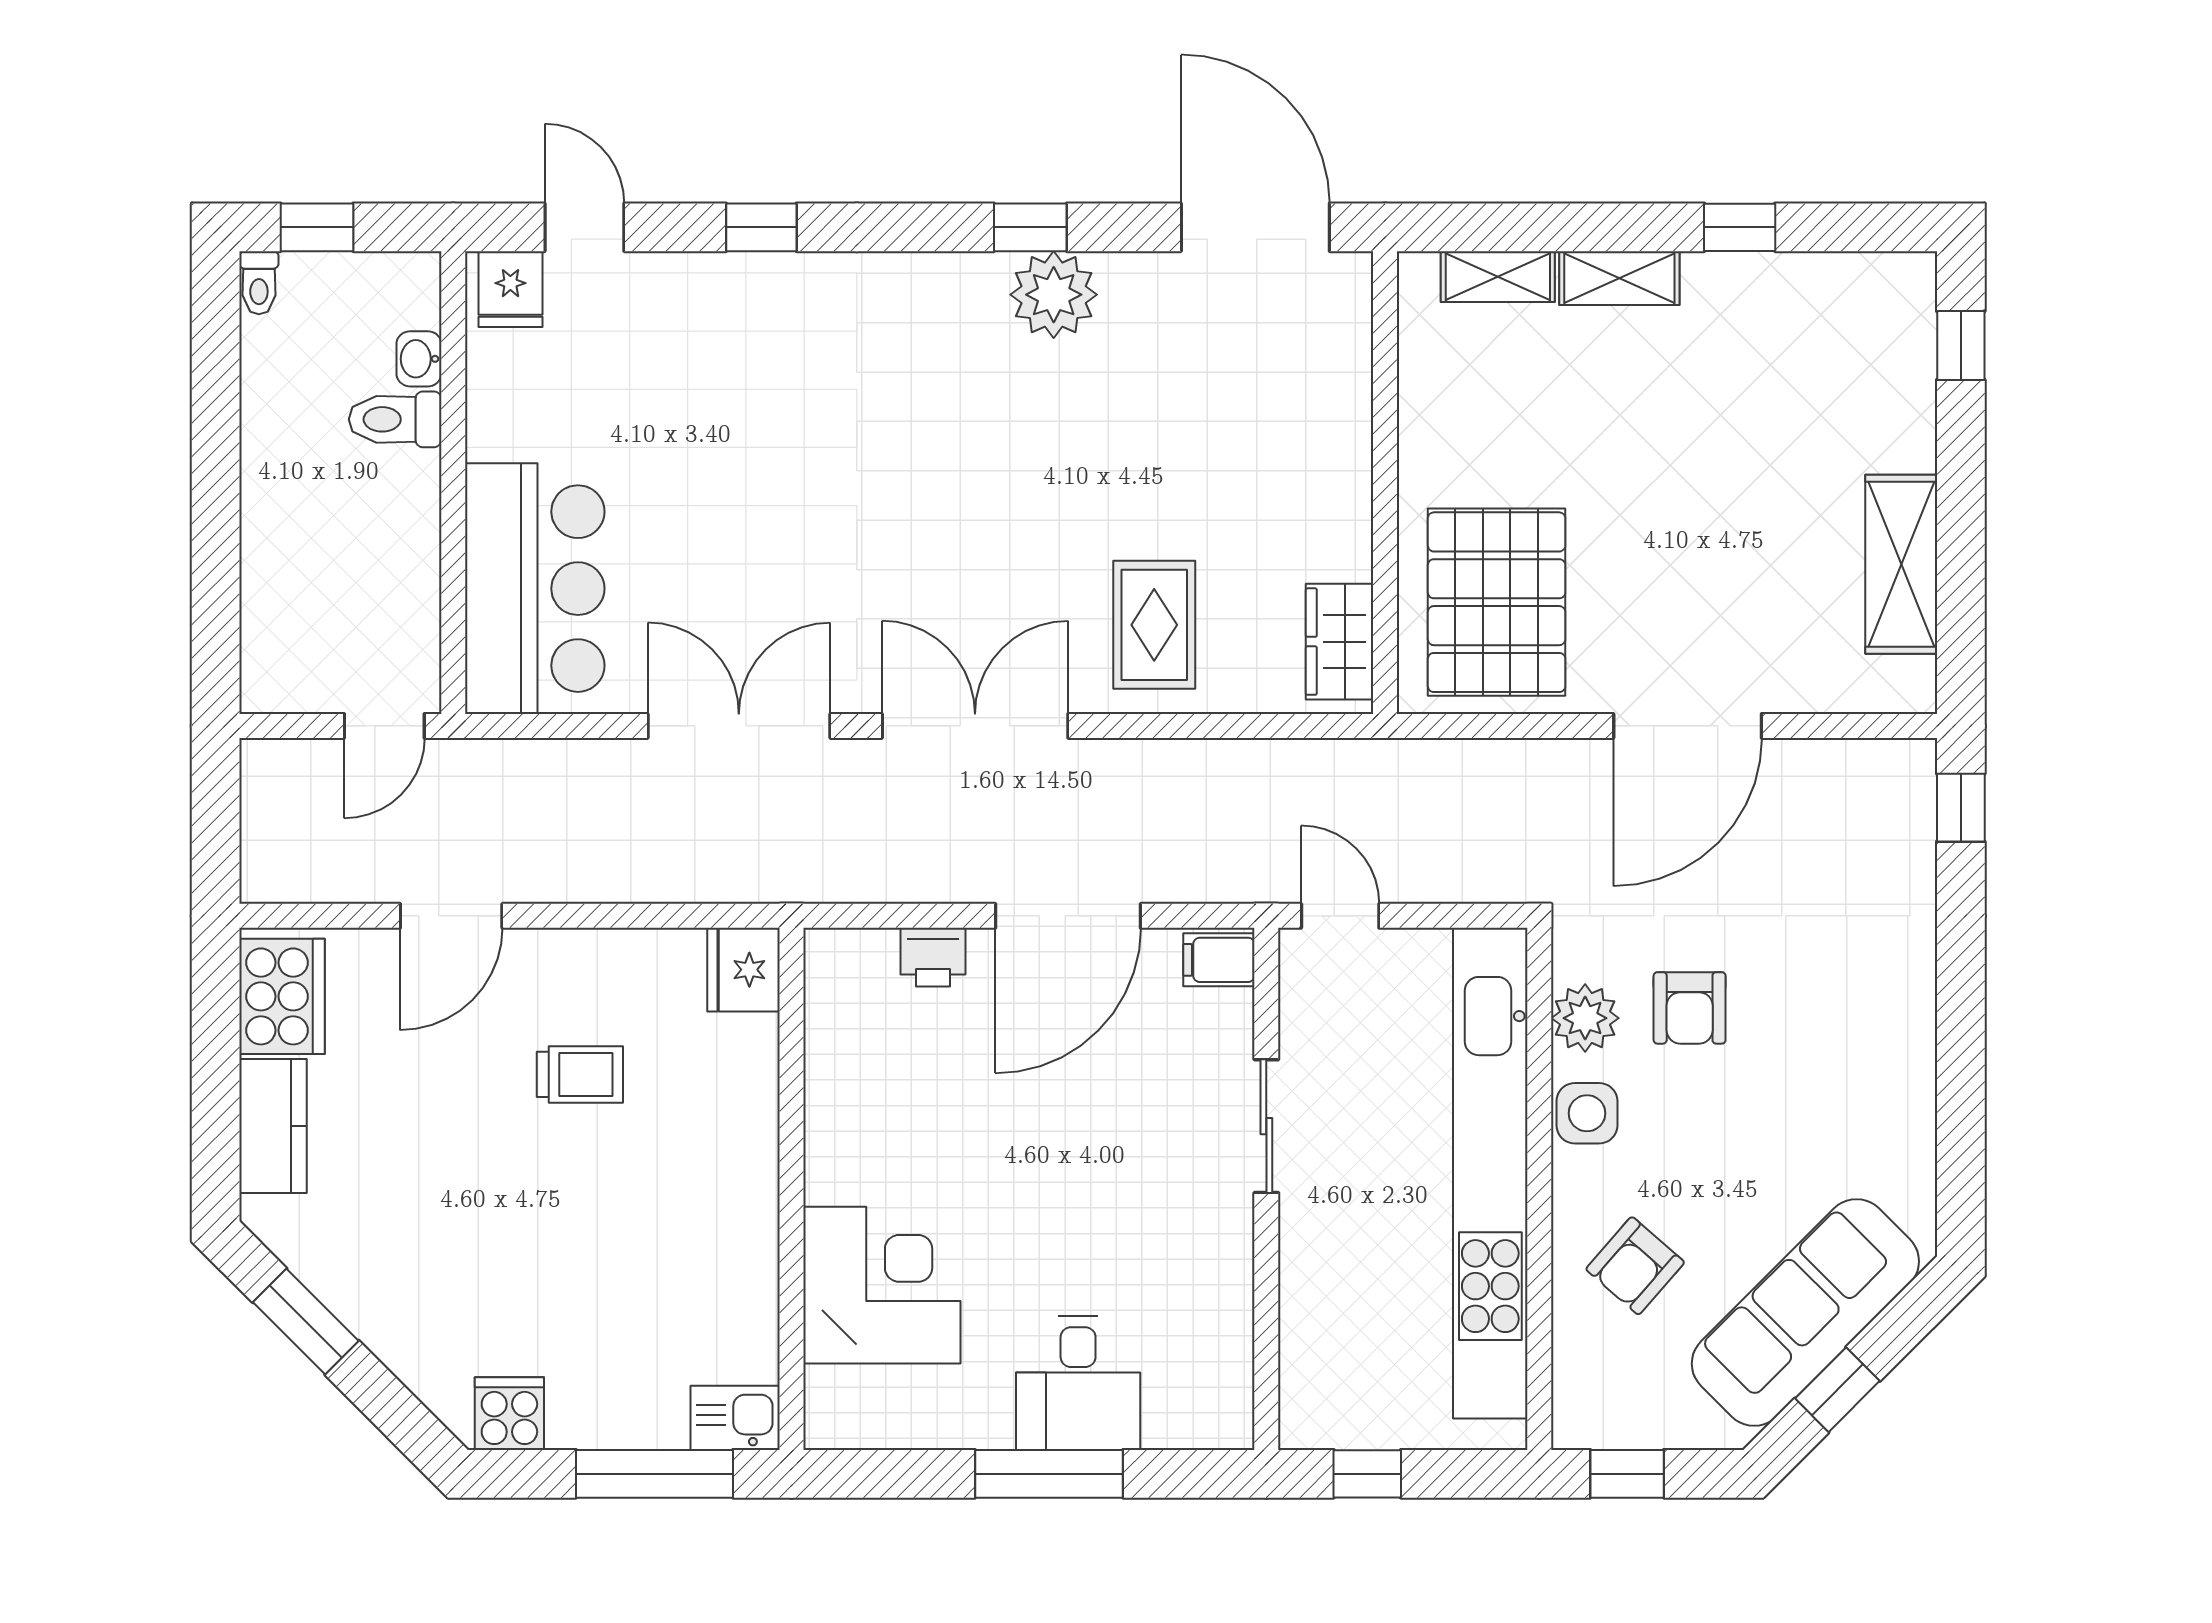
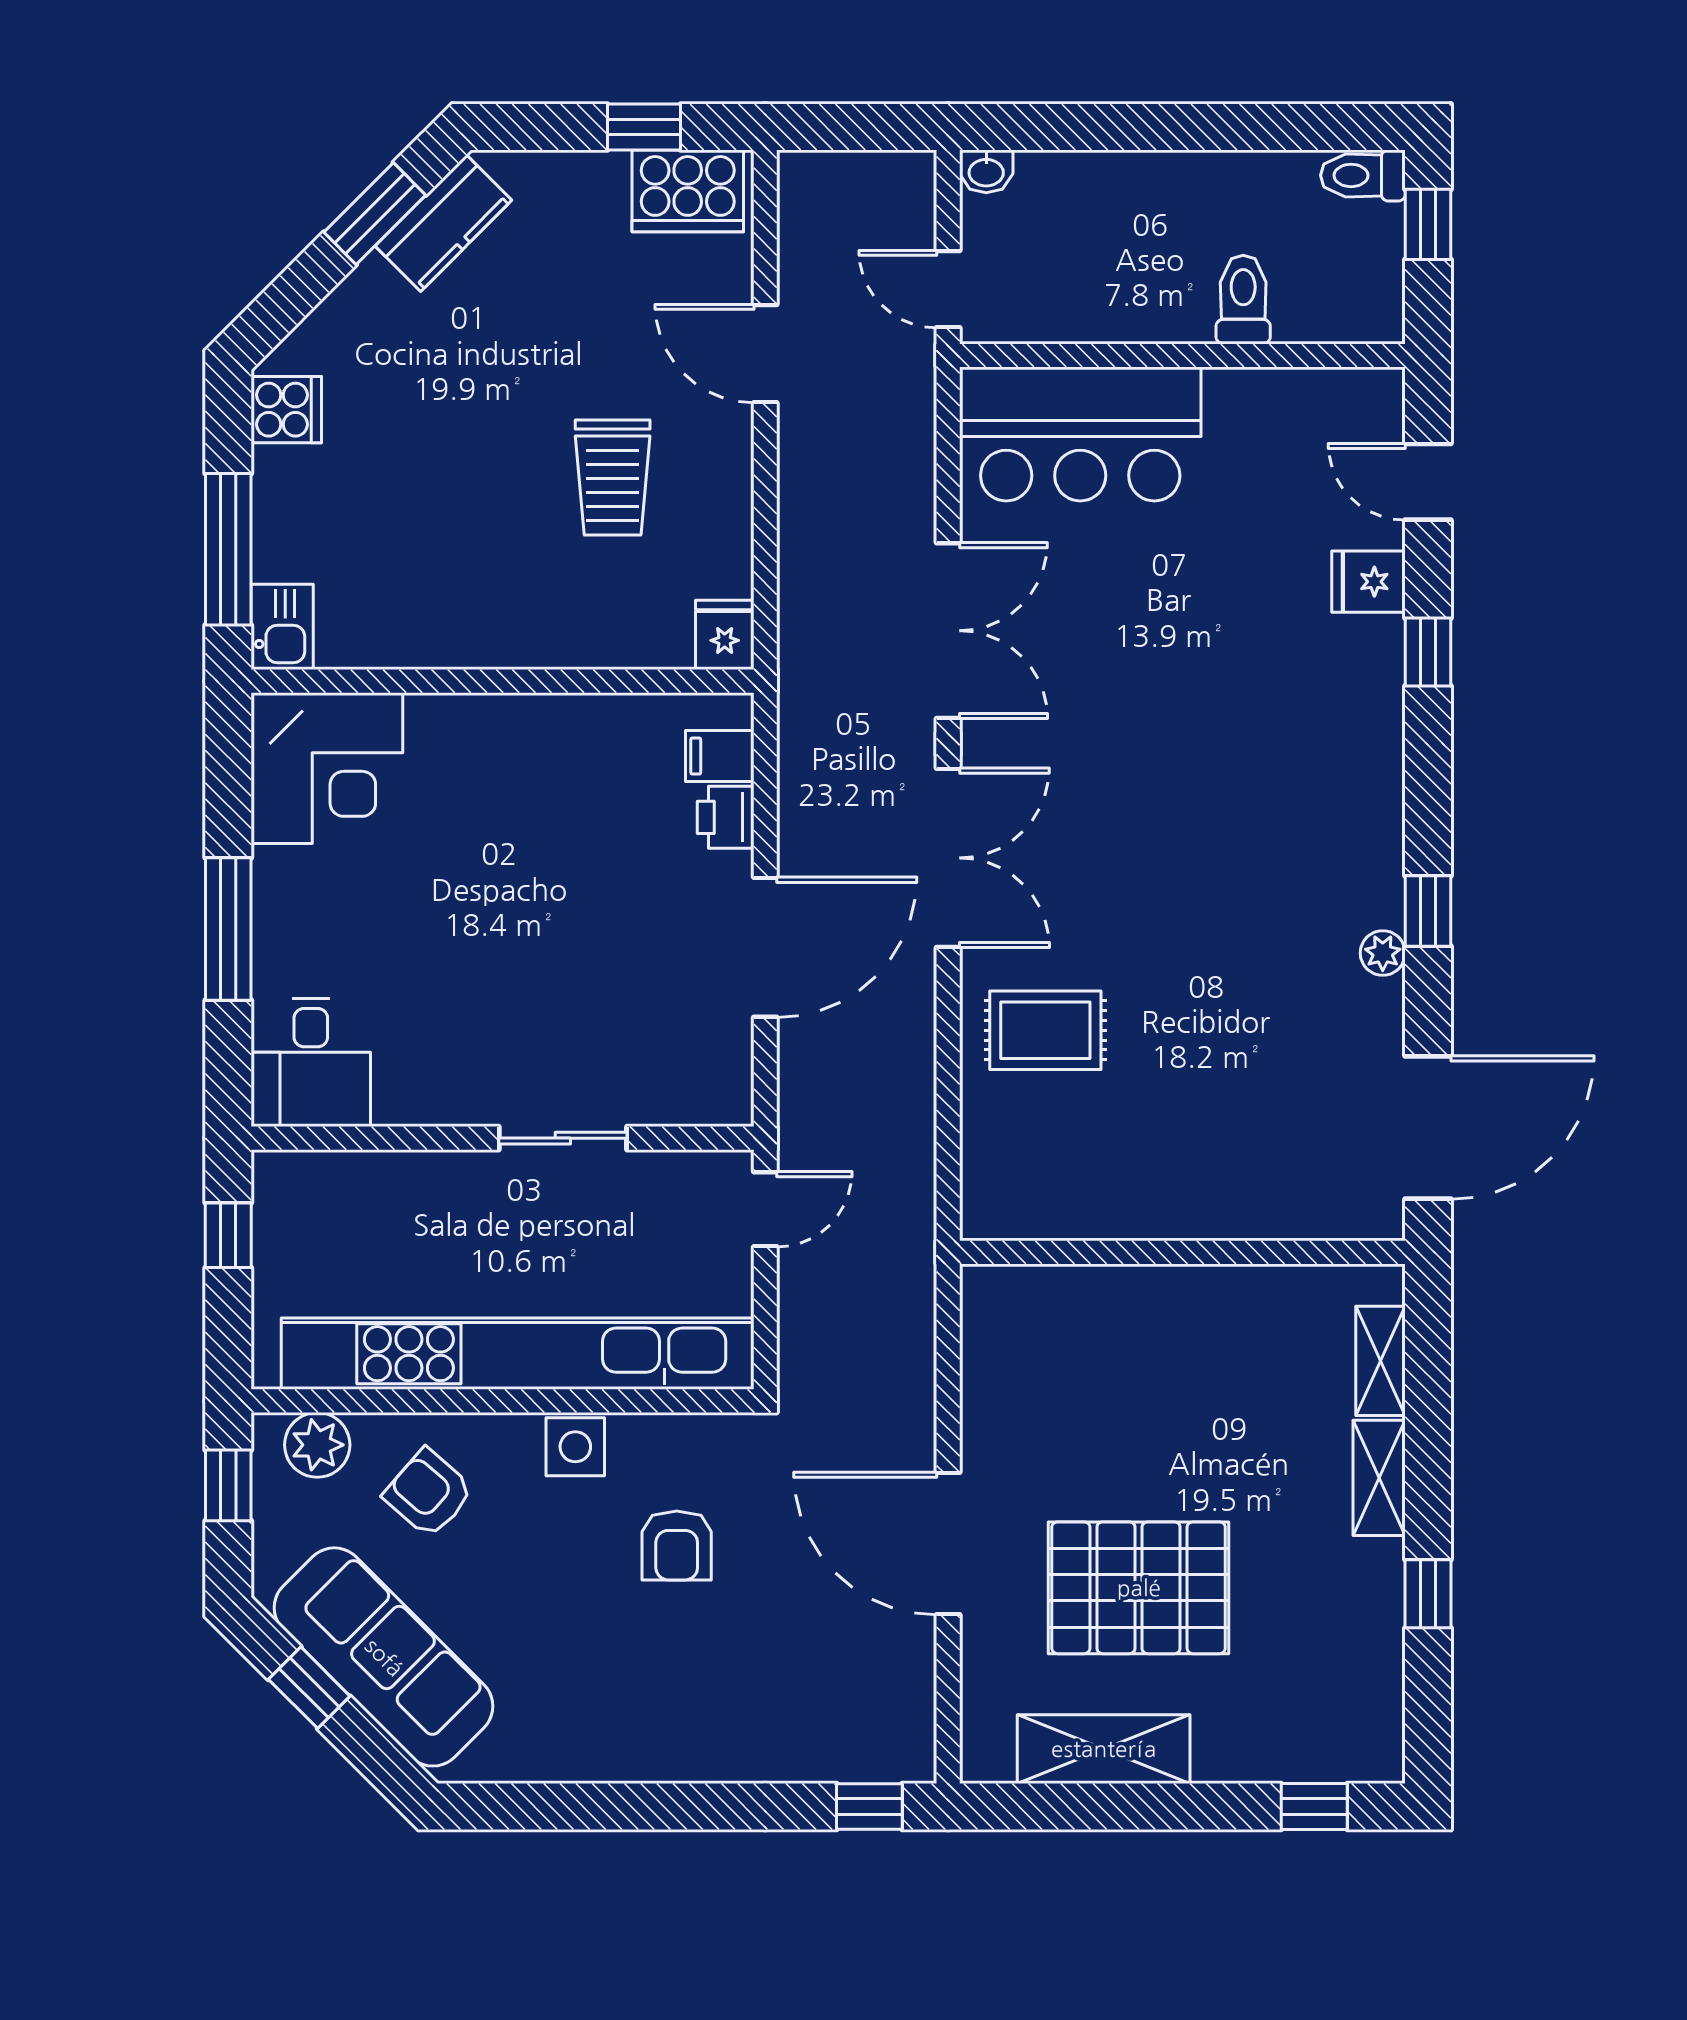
door: (584, 227) -> (1428, 482), swing flipped
toilet: (259, 283) -> (1363, 175), width x1.37, depth x1.39
fridge: (510, 289) -> (1368, 582), moved
plant: (1054, 295) -> (1383, 953), width x0.53, depth x0.53
washbasin: (419, 359) -> (986, 171), moved, turned 180
pallet: (1497, 602) -> (1139, 1588), moved
wardrobe: (1340, 642) -> (1029, 1209), removed
door: (1068, 916) -> (765, 947), swing flipped
filing cabinet: (1219, 960) -> (720, 756), moved, turned -90
fridge: (743, 970) -> (725, 635), width x0.72
armchair: (1690, 1008) -> (677, 1546), turned -90
plant: (1585, 1018) -> (317, 1445), moved
window: (216, 1042) -> (644, 127), added
trolley: (580, 1074) -> (613, 477), width x1.36, depth x1.39
kitchen counter: (273, 1126) -> (443, 223), moved, turned -45
corner desk: (882, 1285) -> (327, 768), moved
desk: (1078, 1383) -> (311, 1062), moved, turned -90

